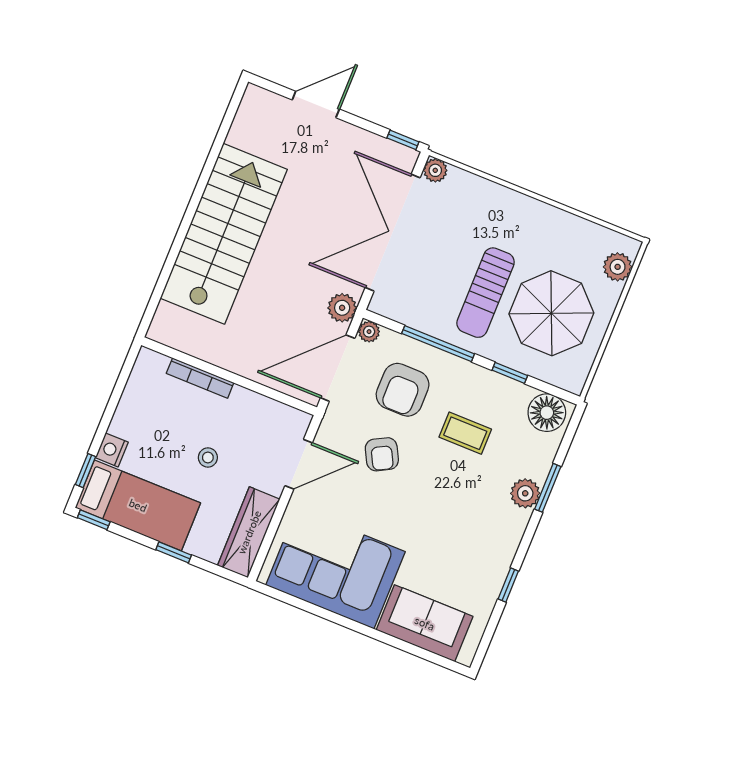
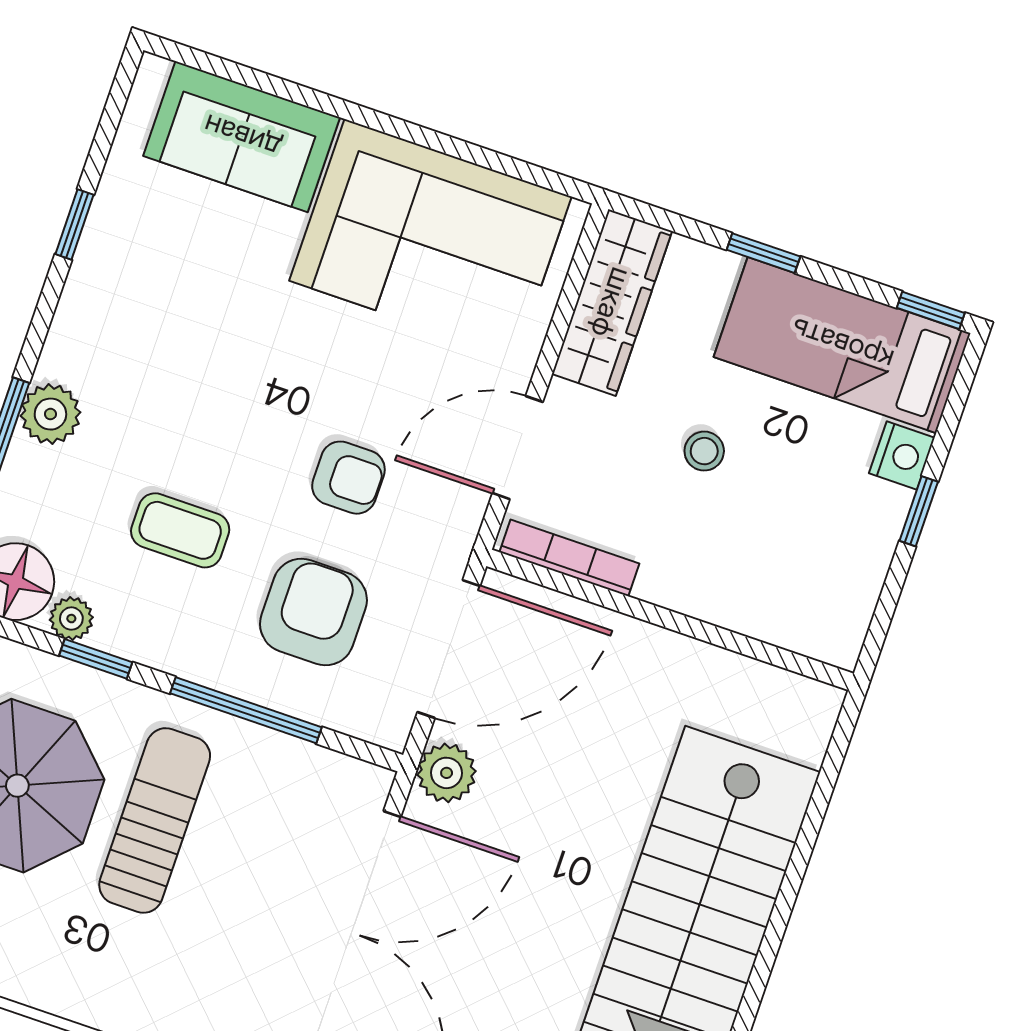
plant: (369, 332) -> (71, 619), moved
bookcase: (200, 378) -> (569, 558), moved
armchair: (382, 454) -> (348, 478), turned 118
window: (85, 471) -> (919, 511), moved

